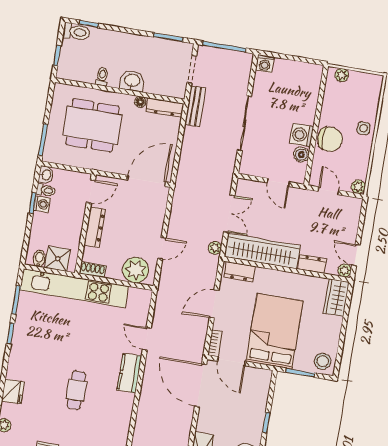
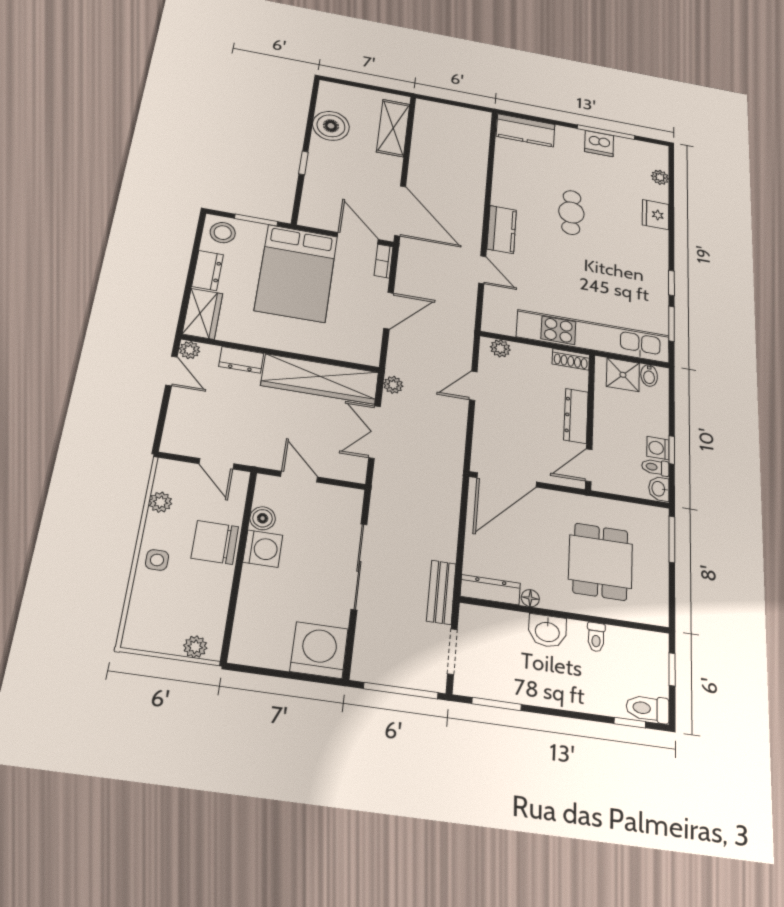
washing machine: (265, 64) -> (319, 650), width x1.89, depth x1.89
dining table: (92, 125) -> (601, 562), width x0.73
plant: (358, 187) -> (160, 502), moved
plant: (136, 270) -> (500, 348), width x0.53, depth x0.53
dresser: (240, 272) -> (208, 270), moved, turned 90

